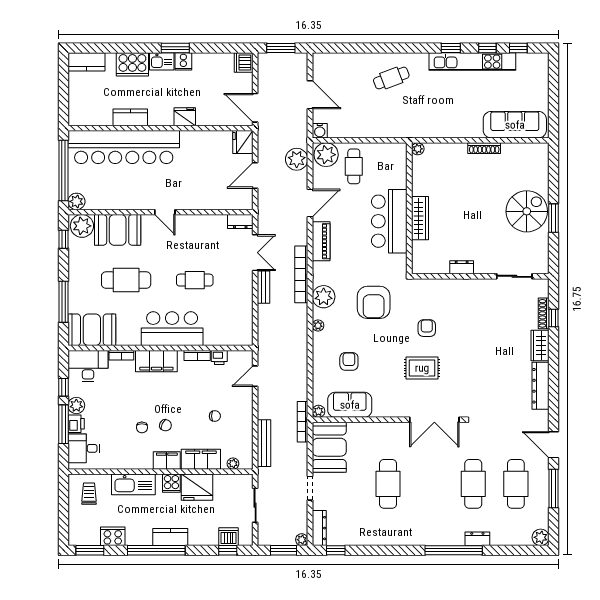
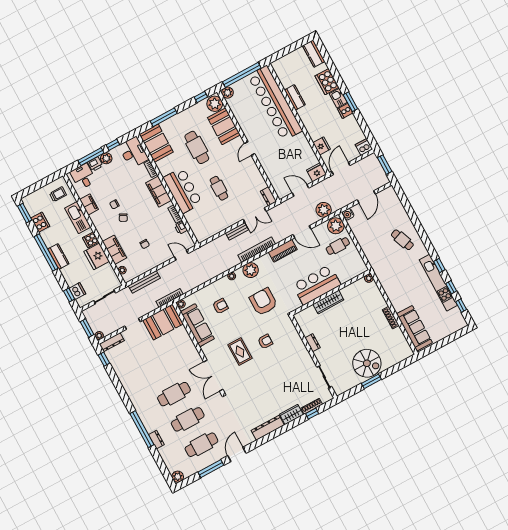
fridge: (185, 117) -> (322, 146), moved
armchair: (374, 302) -> (263, 302), turned 90
sofa: (350, 405) -> (197, 325), width x1.36
filing cabinet: (167, 460) -> (89, 204), moved
cafe table: (388, 484) -> (174, 394), moved

